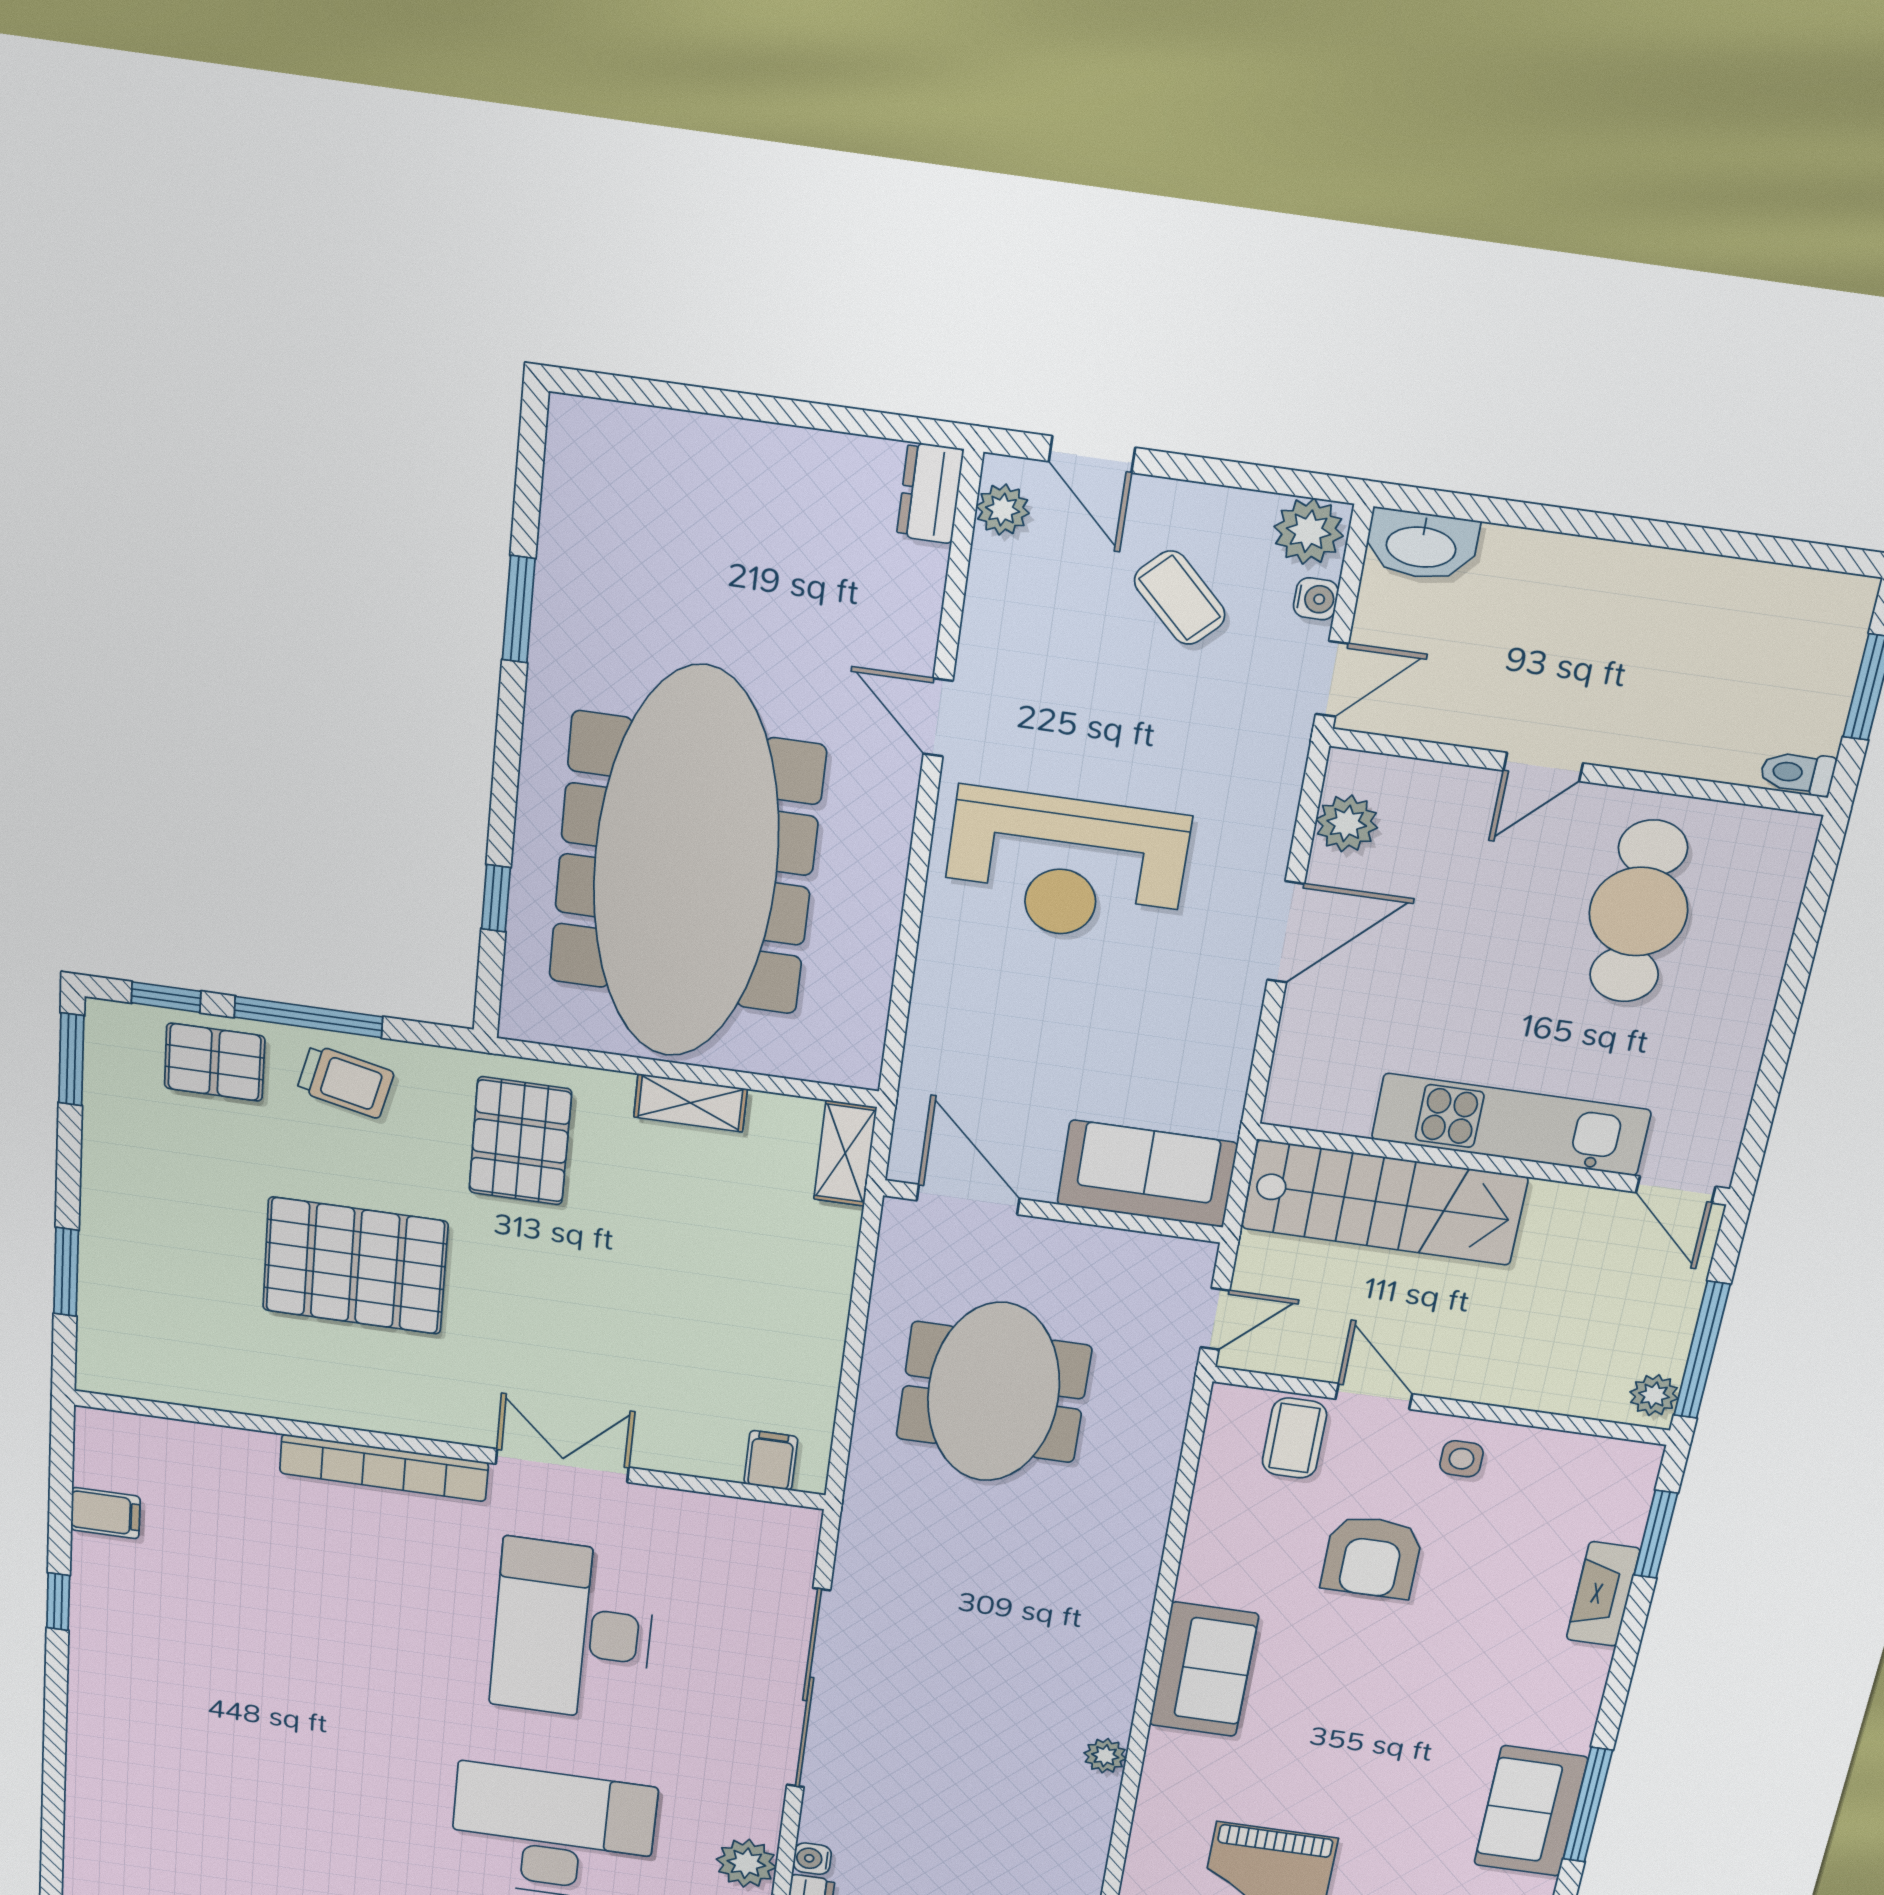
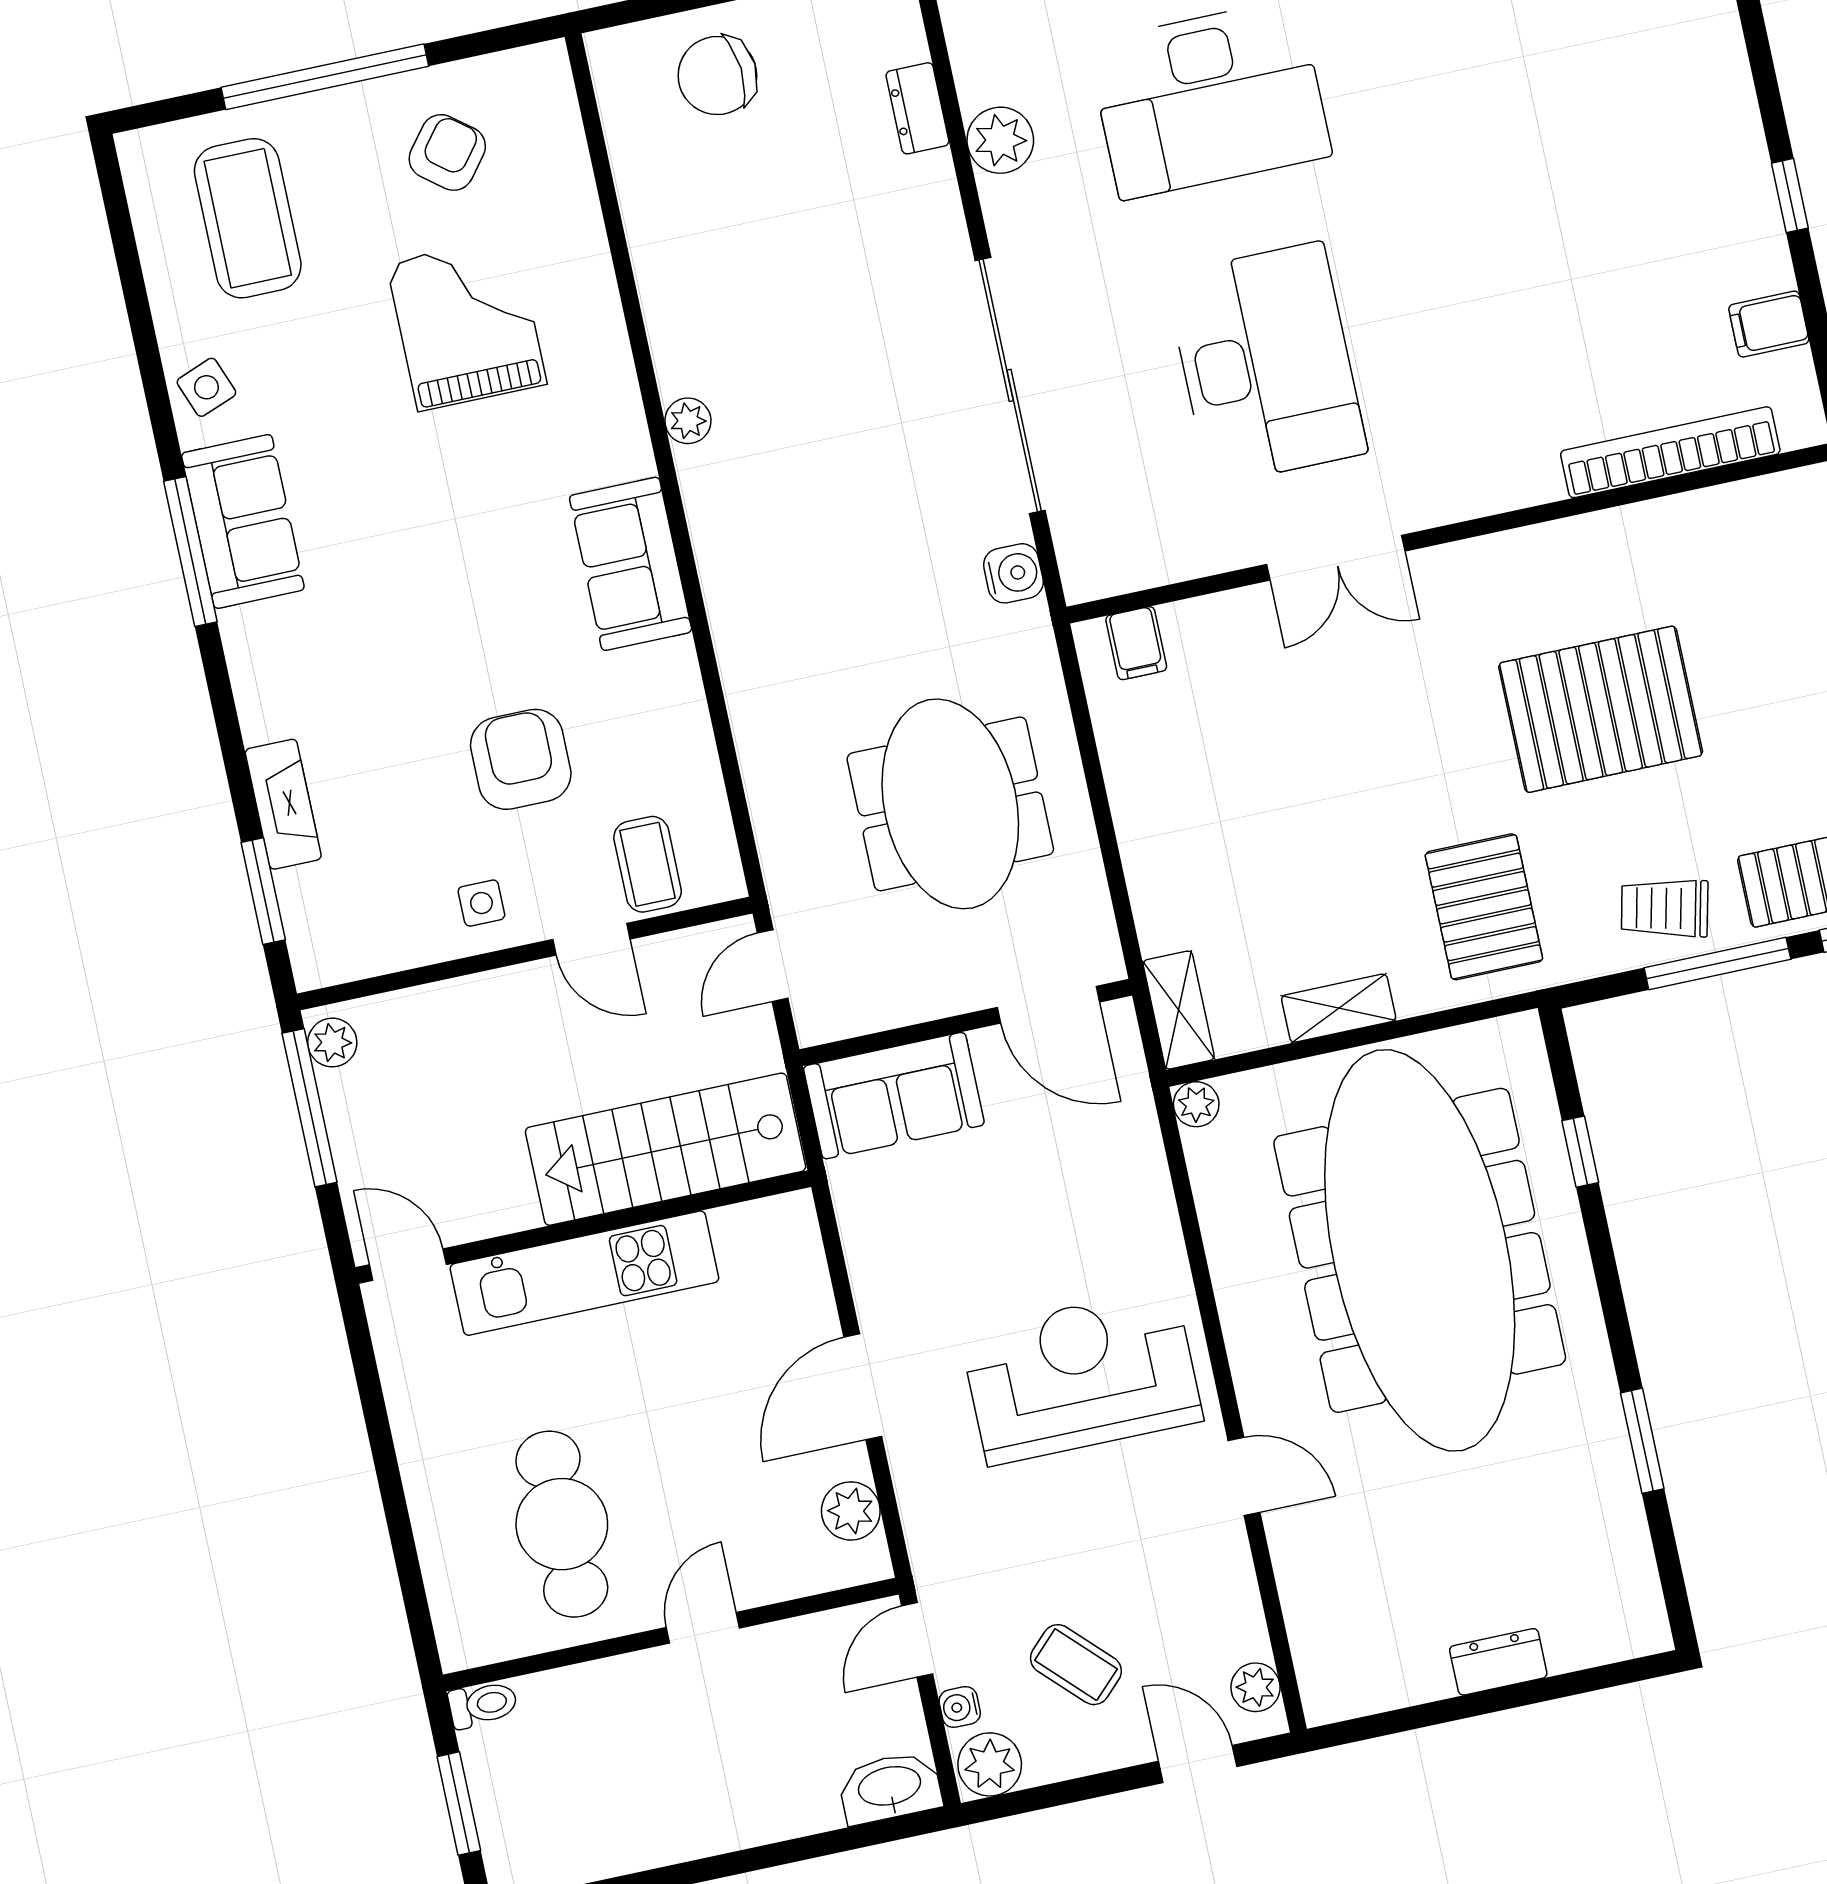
dresser: (930, 493) -> (1498, 1662), moved, turned -90
plant: (859, 1068) -> (1196, 1104), added
bookcase: (384, 1468) -> (1670, 452), moved
water cooler: (812, 1859) -> (1013, 573), moved, width x1.38, depth x1.38

